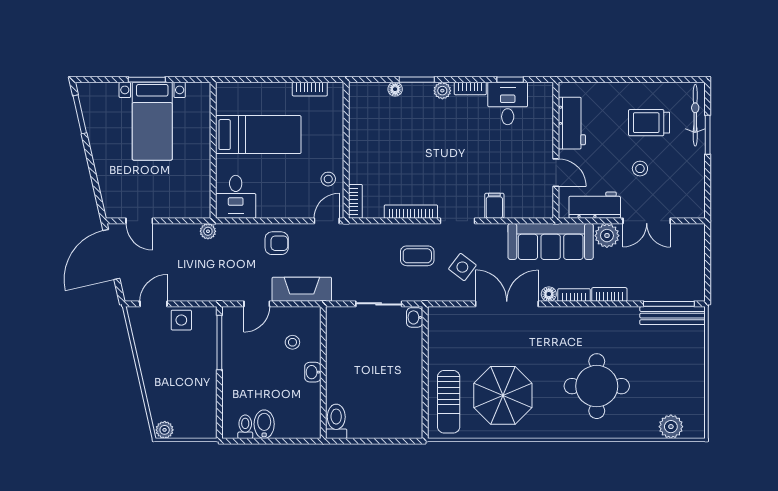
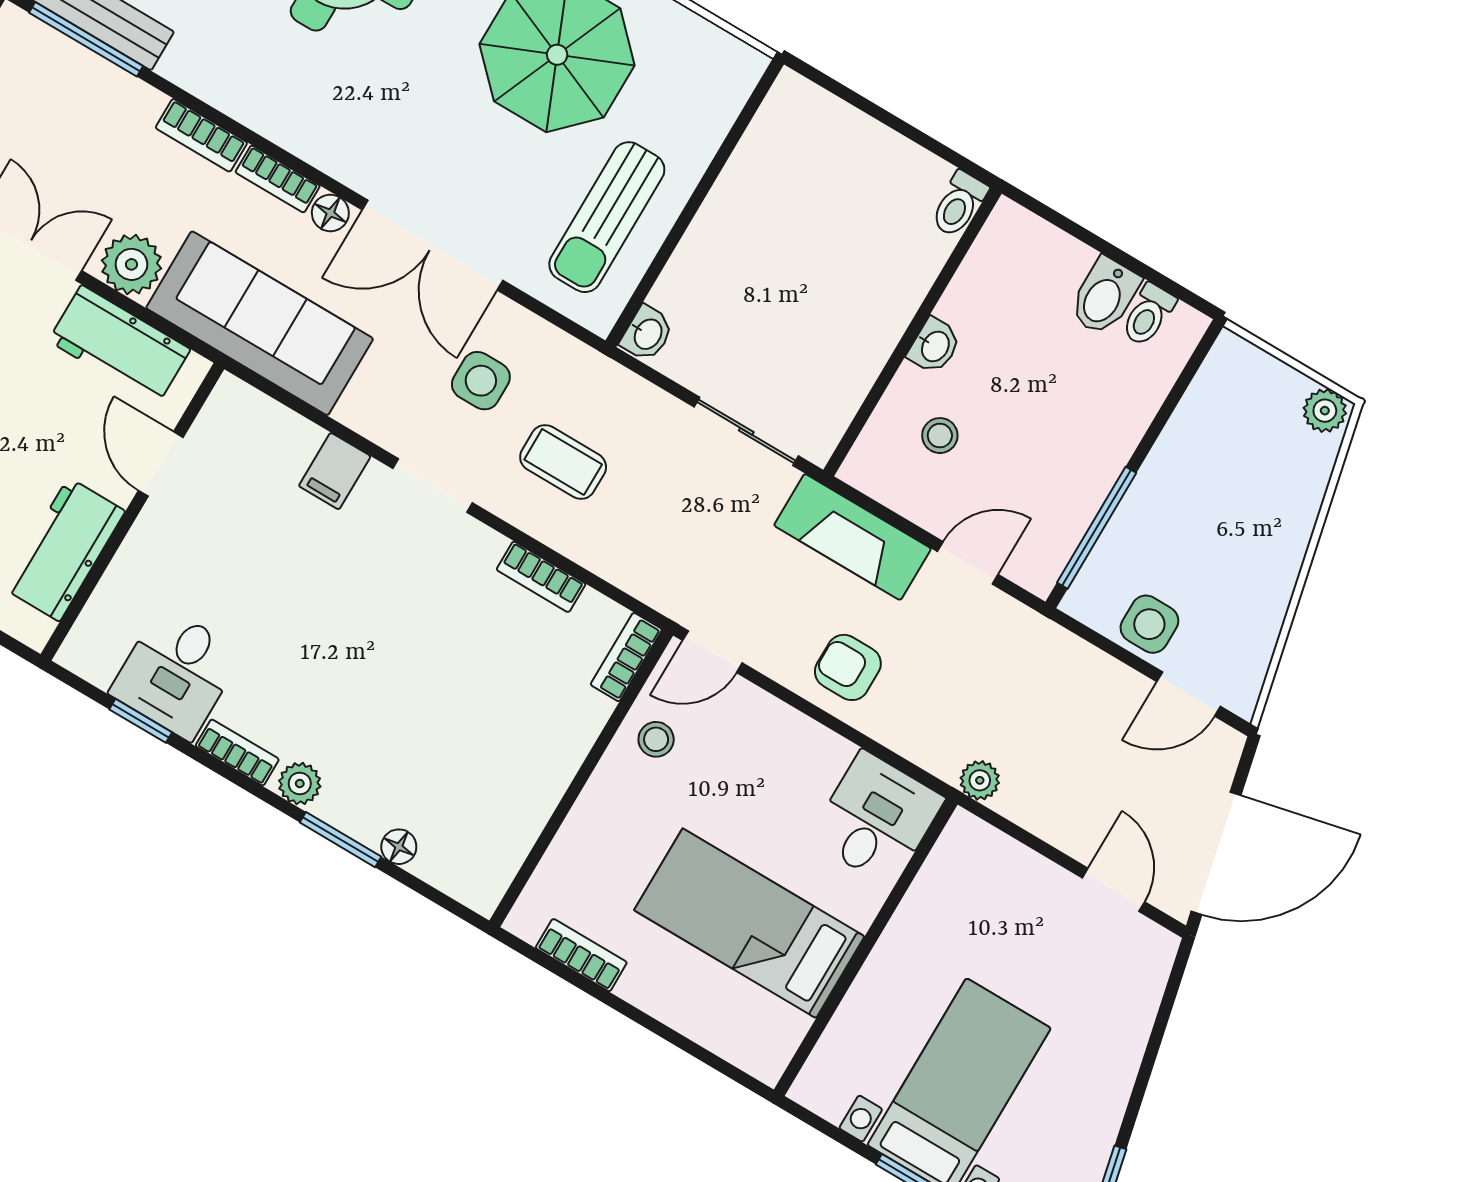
bookcase: (411, 212) -> (541, 577), width x0.64
side table: (462, 267) -> (481, 381), turned -37
sliding door: (379, 304) -> (746, 431), moved
sun lounger: (449, 402) -> (607, 217), moved, turned 180
toilet: (336, 421) -> (959, 204), width x0.73, depth x0.72

